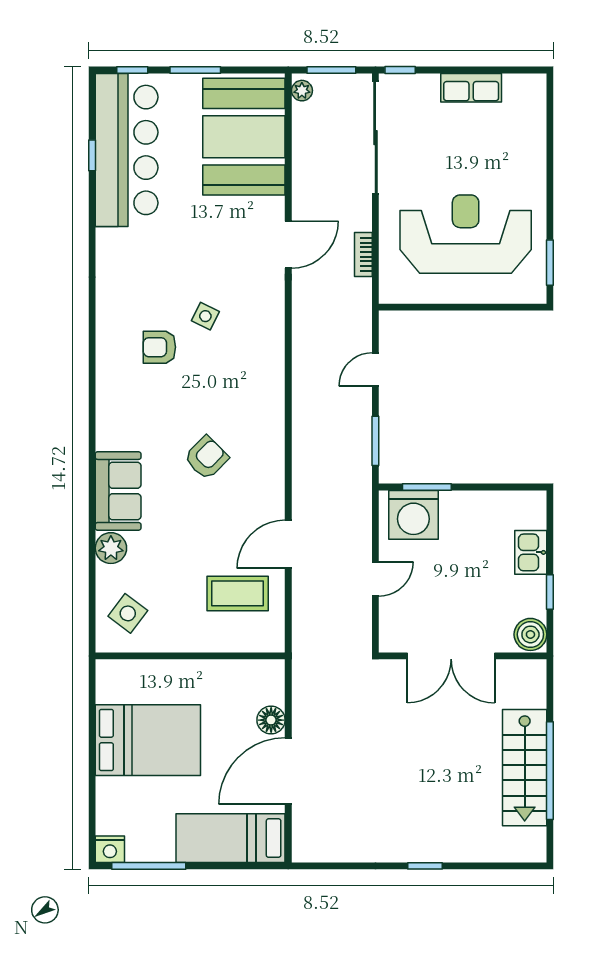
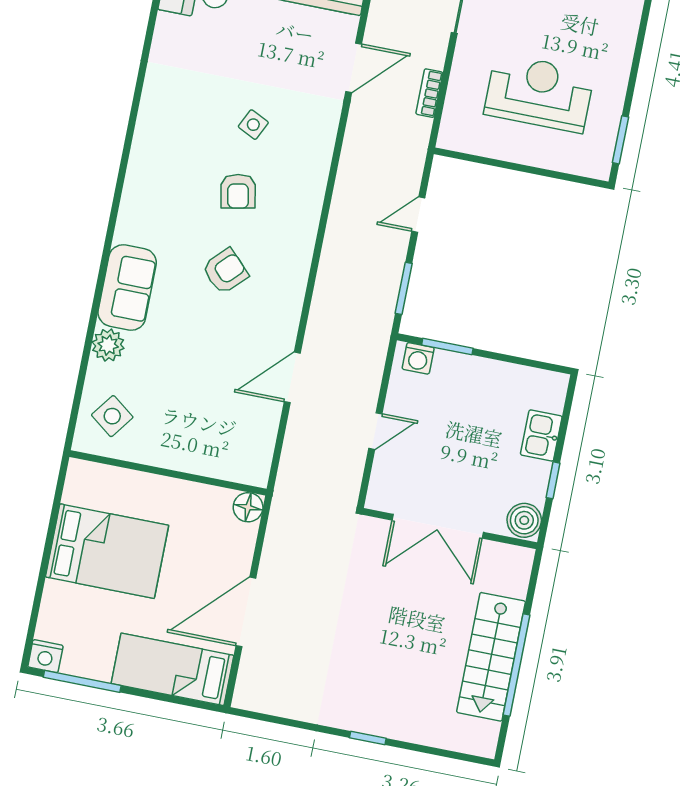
reception desk: (466, 234) -> (539, 93), width x0.74, depth x0.77
armchair: (159, 347) -> (238, 191), moved, turned -101
washing machine: (413, 515) -> (418, 358), width x0.53, depth x0.53
coffee table: (238, 593) -> (230, 418), removed
floor lamp: (271, 720) -> (248, 507), moved

